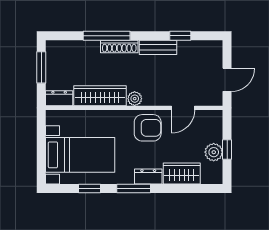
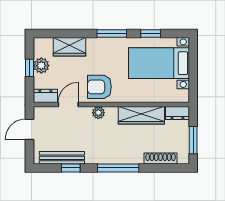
window: (107, 36) -> (118, 168), moved
shoe rack: (119, 47) -> (161, 159), moved
bench: (158, 47) -> (62, 158), moved, width x1.36
plant: (135, 99) -> (98, 113), moved
dresser: (148, 177) -> (45, 96), moved, turned 180

